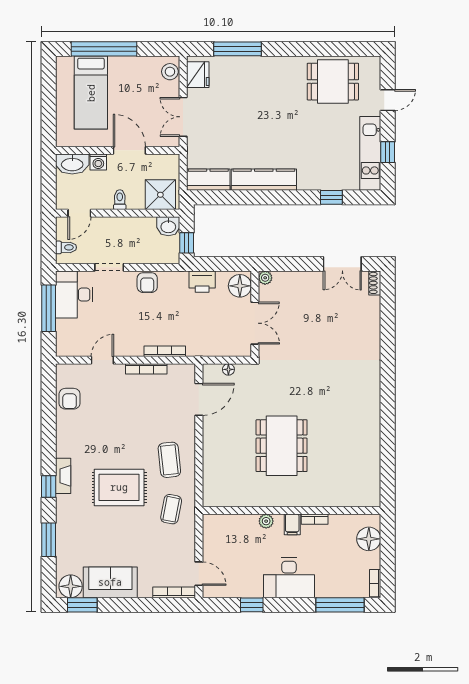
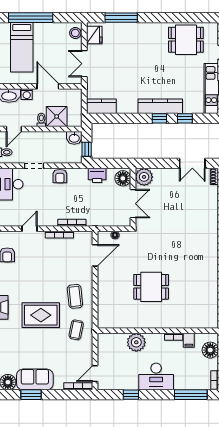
kitchen counter: (264, 180) -> (160, 106), moved
shower: (160, 195) -> (57, 116), moved
window: (294, 197) -> (159, 118), added
plant: (265, 278) -> (144, 177), width x1.88, depth x1.88
dining table: (282, 446) -> (151, 287), width x0.73
plant: (266, 521) -> (136, 342), width x1.88, depth x1.88
filing cabinet: (292, 524) -> (189, 340), moved
door: (199, 574) -> (95, 374), swing flipped
window: (82, 605) -> (31, 395), moved

